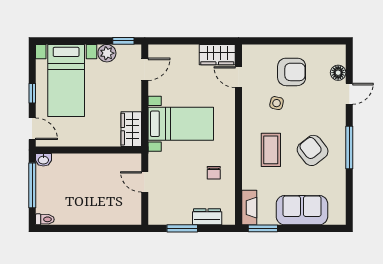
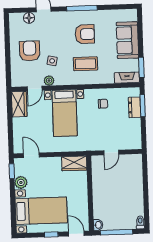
plant: (249, 98) -> (49, 81), added
bed with nightstands: (181, 124) -> (65, 113), moved, turned 180
door: (32, 129) -> (76, 234), hinge flipped
armchair: (313, 150) -> (85, 34), turned -142
window: (182, 228) -> (143, 106), moved

